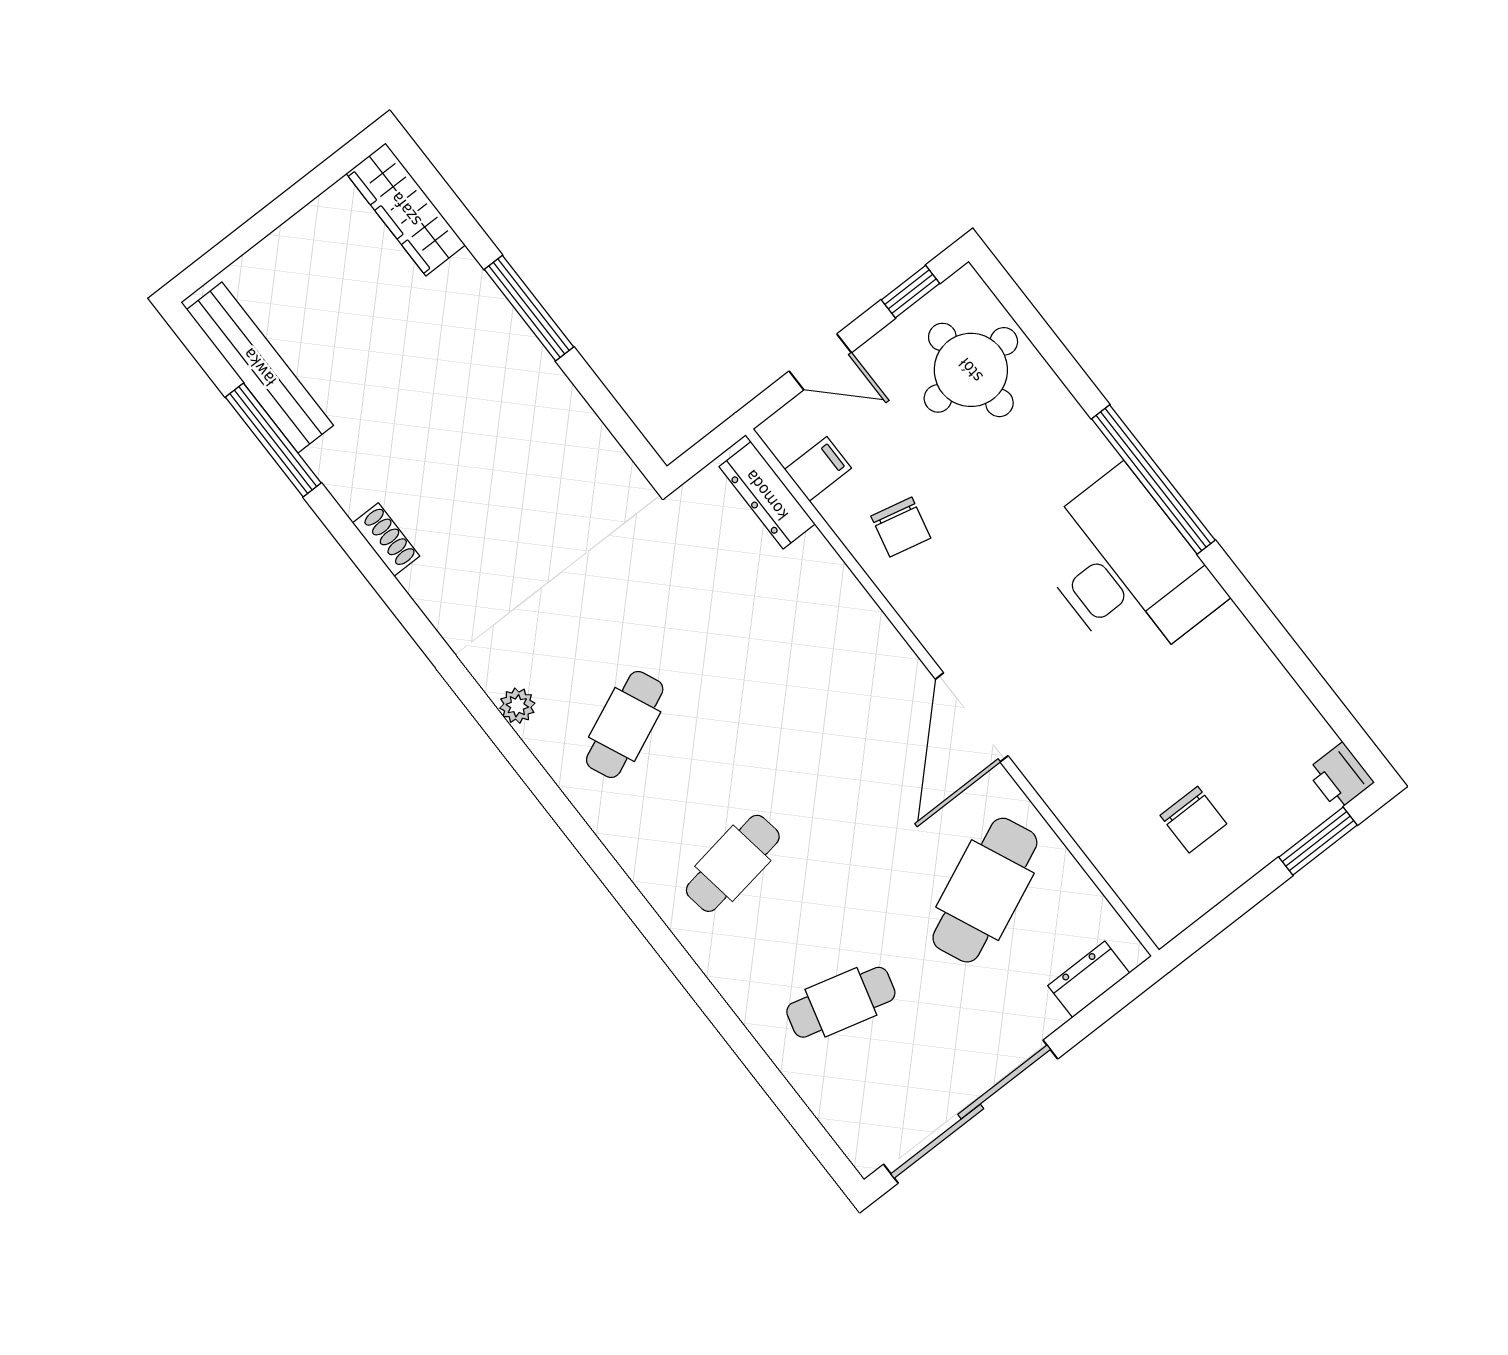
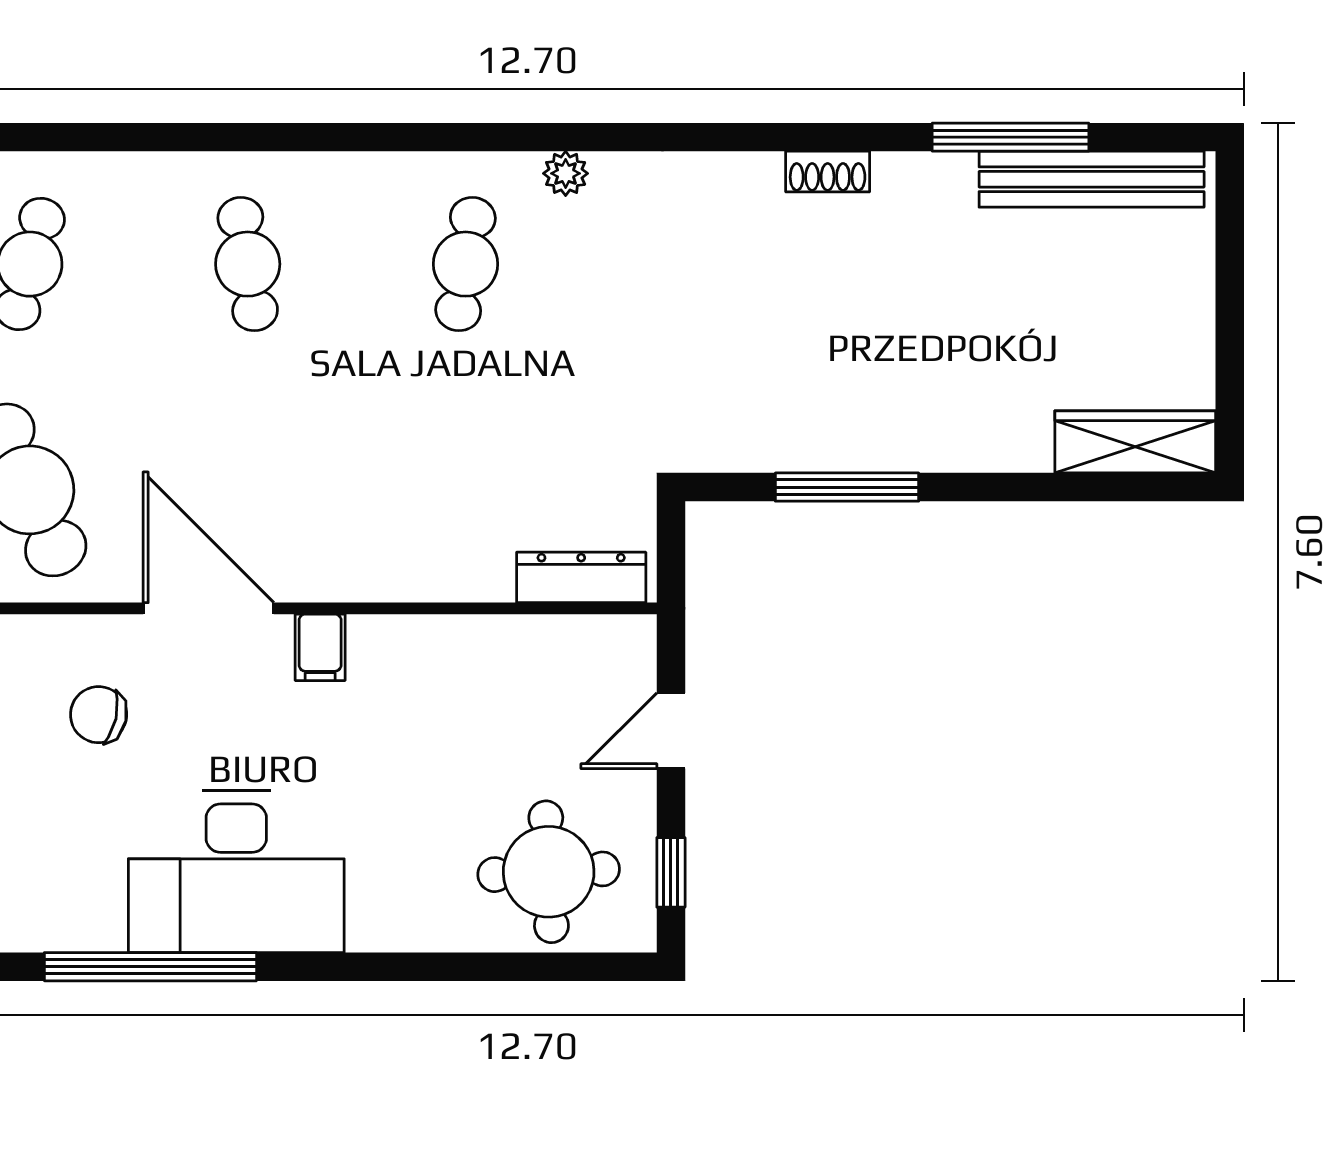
window: (529, 308) -> (847, 487), moved
filing cabinet: (818, 469) -> (320, 647), moved
window: (1153, 479) -> (150, 967), moved
chair: (901, 527) -> (99, 715), moved
cafe table: (625, 724) -> (466, 264), turned 33

